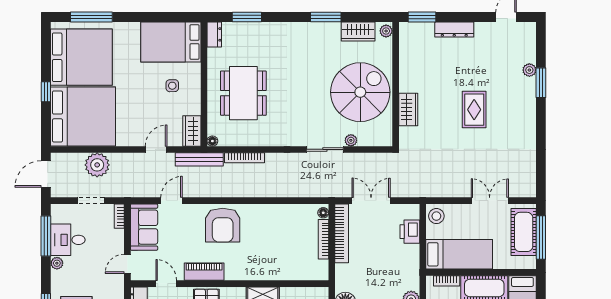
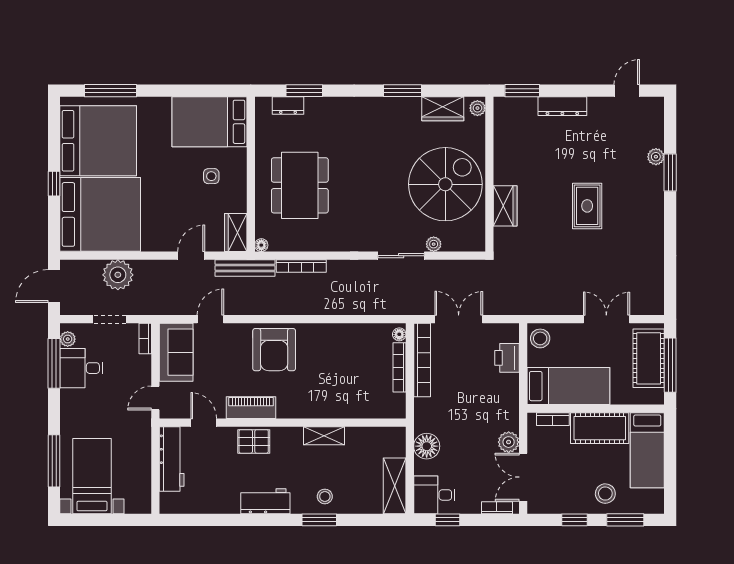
dresser: (214, 34) -> (288, 105), moved, turned 90
plant: (57, 263) -> (68, 339), moved

